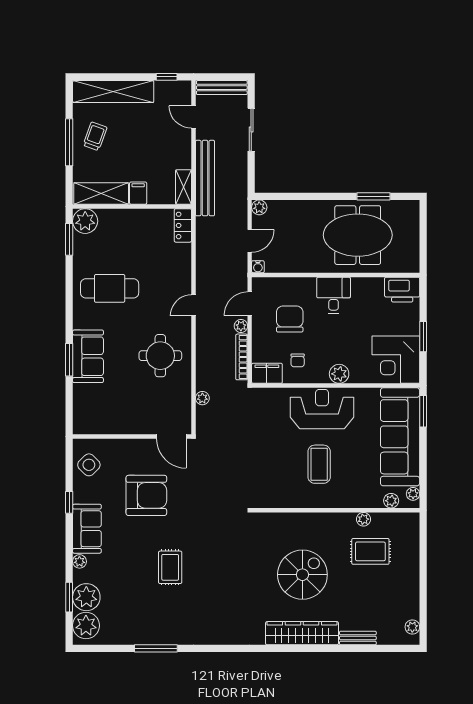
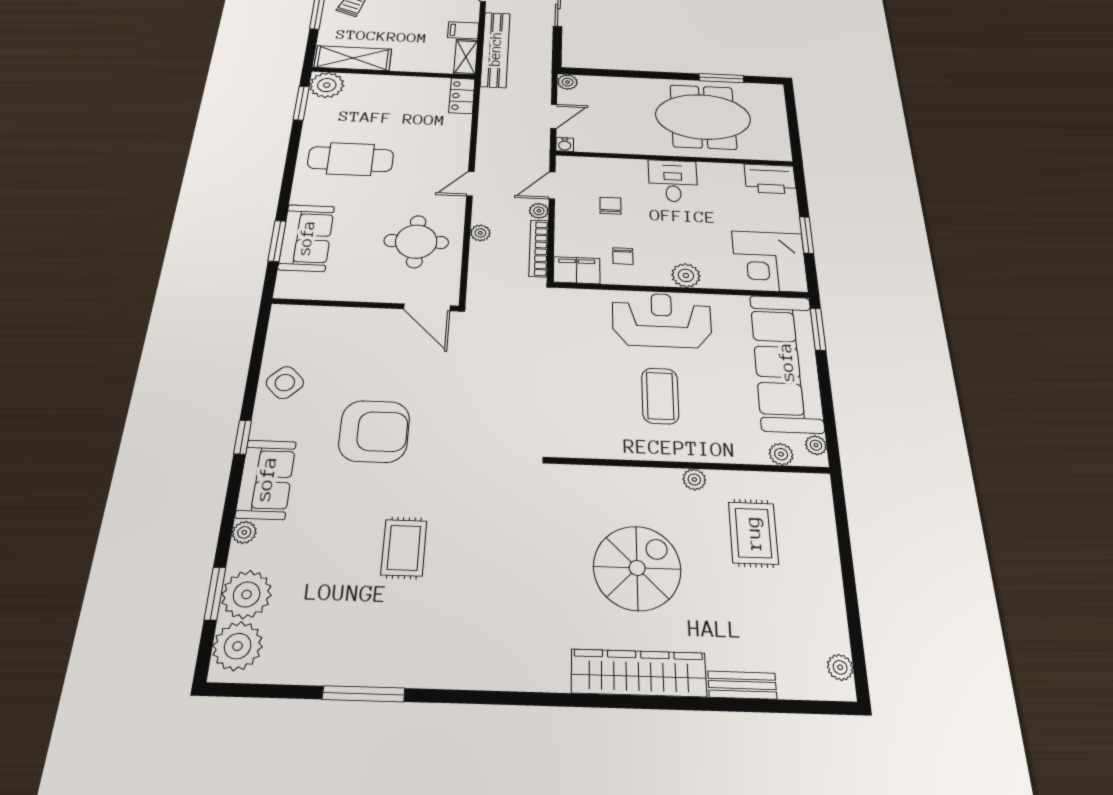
filing cabinet: (138, 193) -> (463, 30), moved, turned -90
chair: (290, 319) -> (610, 206), width x0.54, depth x0.54
plant: (202, 398) -> (480, 233), moved
wall: (132, 436) -> (365, 305), moved
door: (171, 436) -> (427, 307), moved
plant: (363, 519) -> (694, 479), moved
rug: (370, 551) -> (753, 533), turned 90

